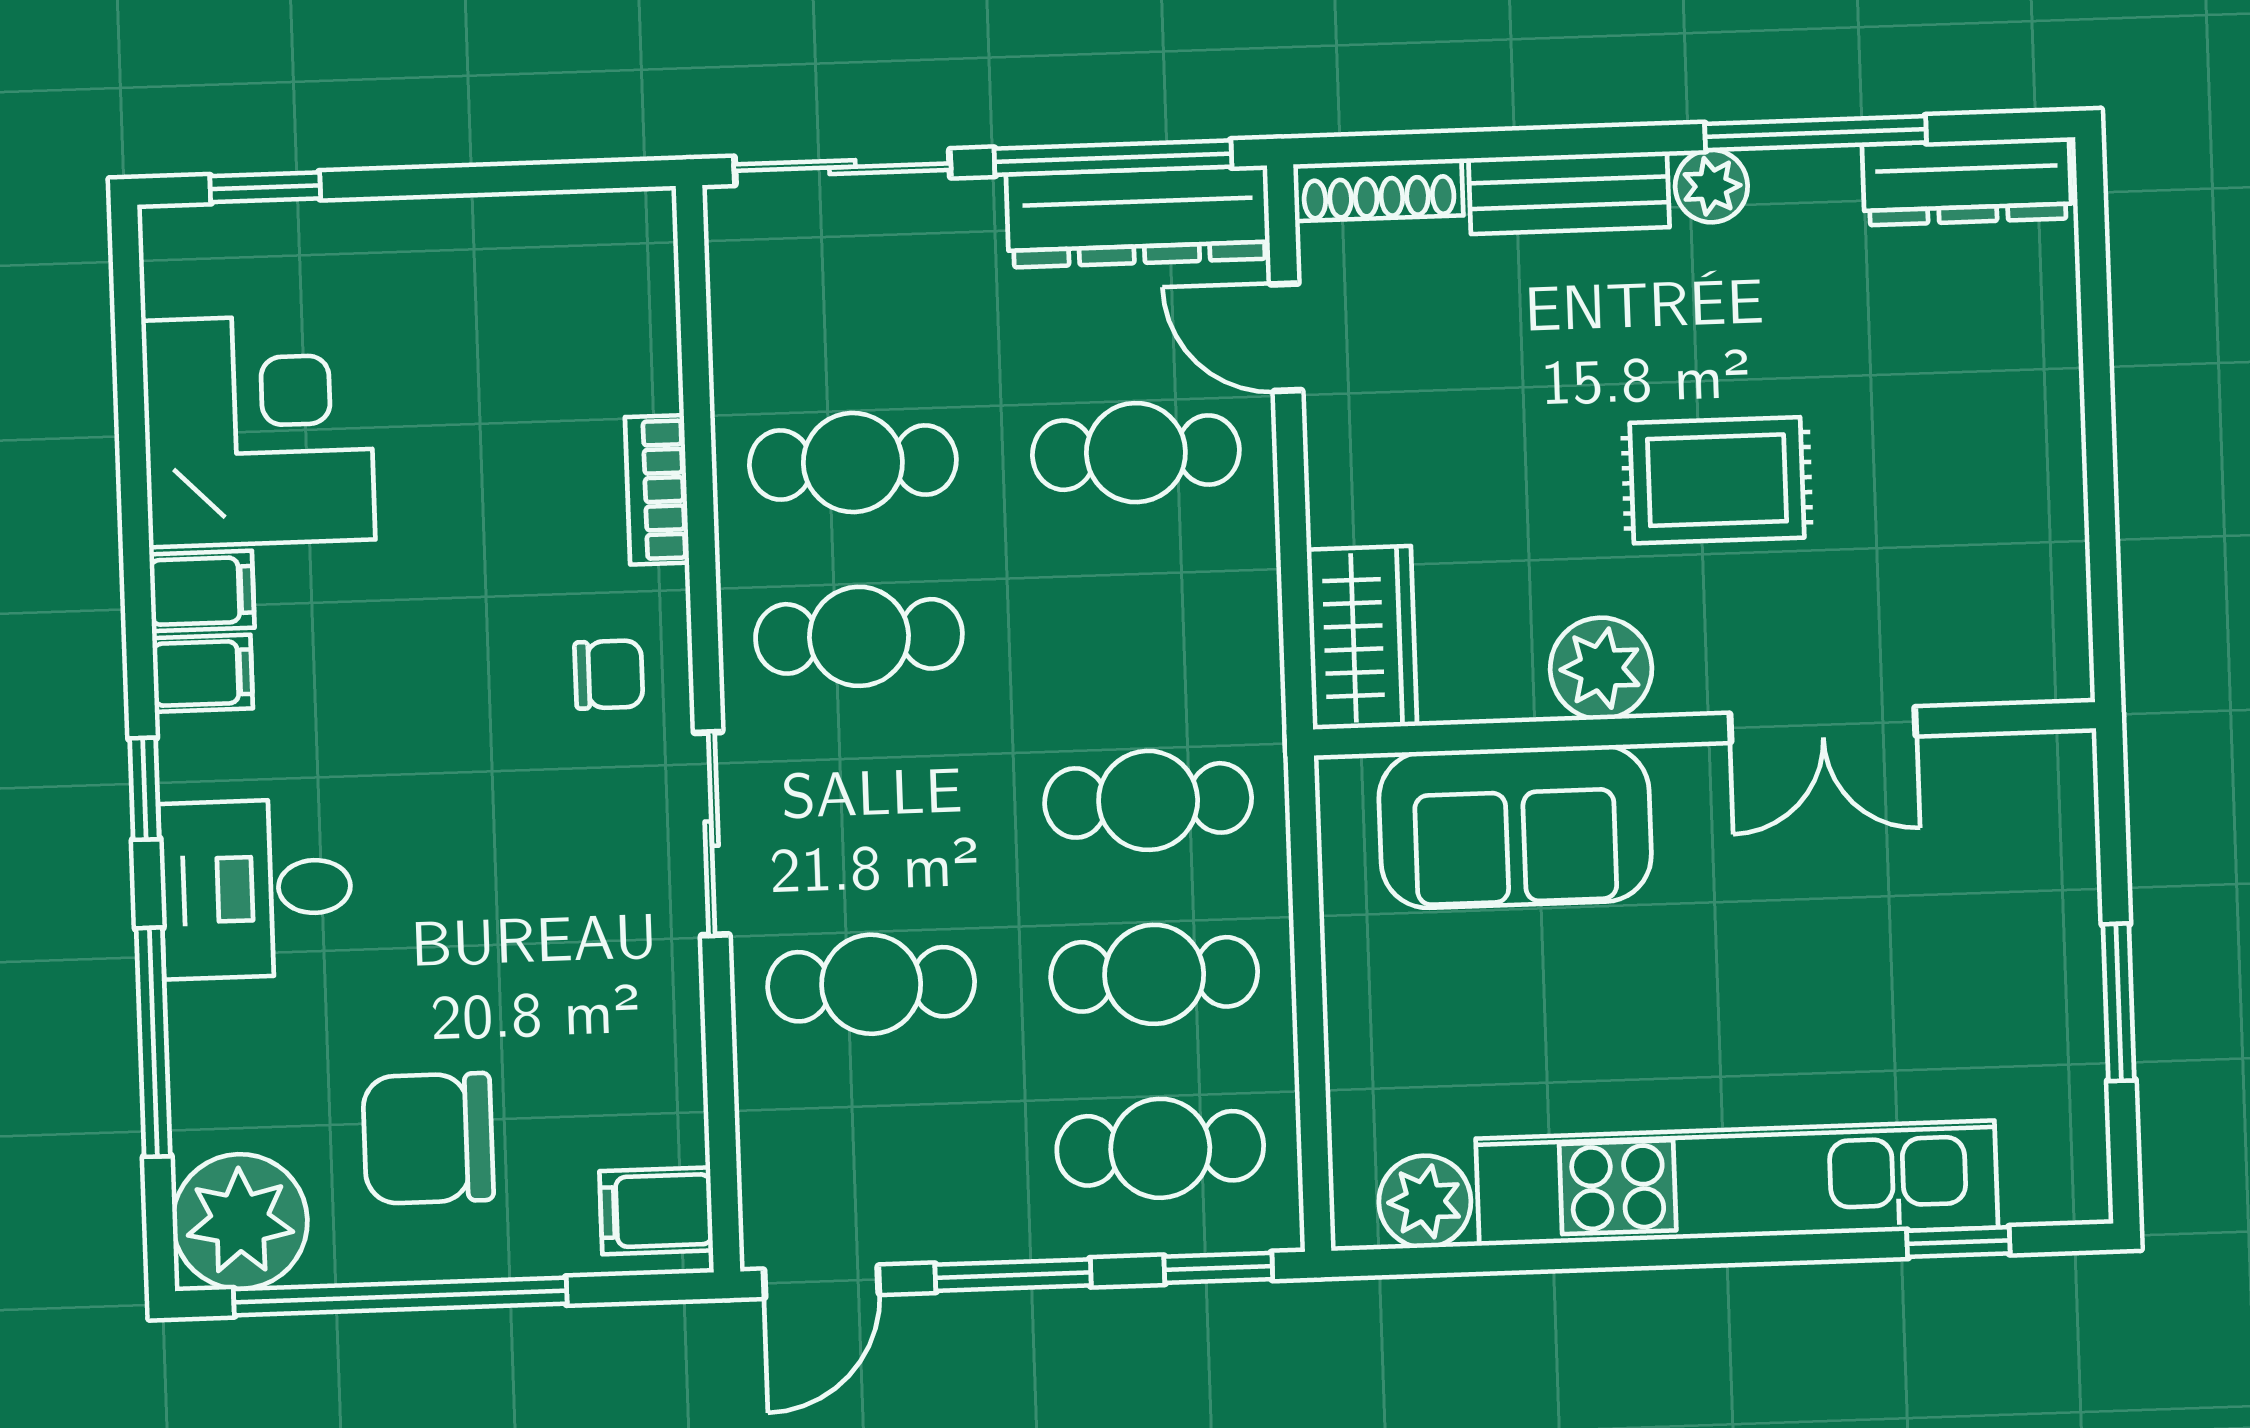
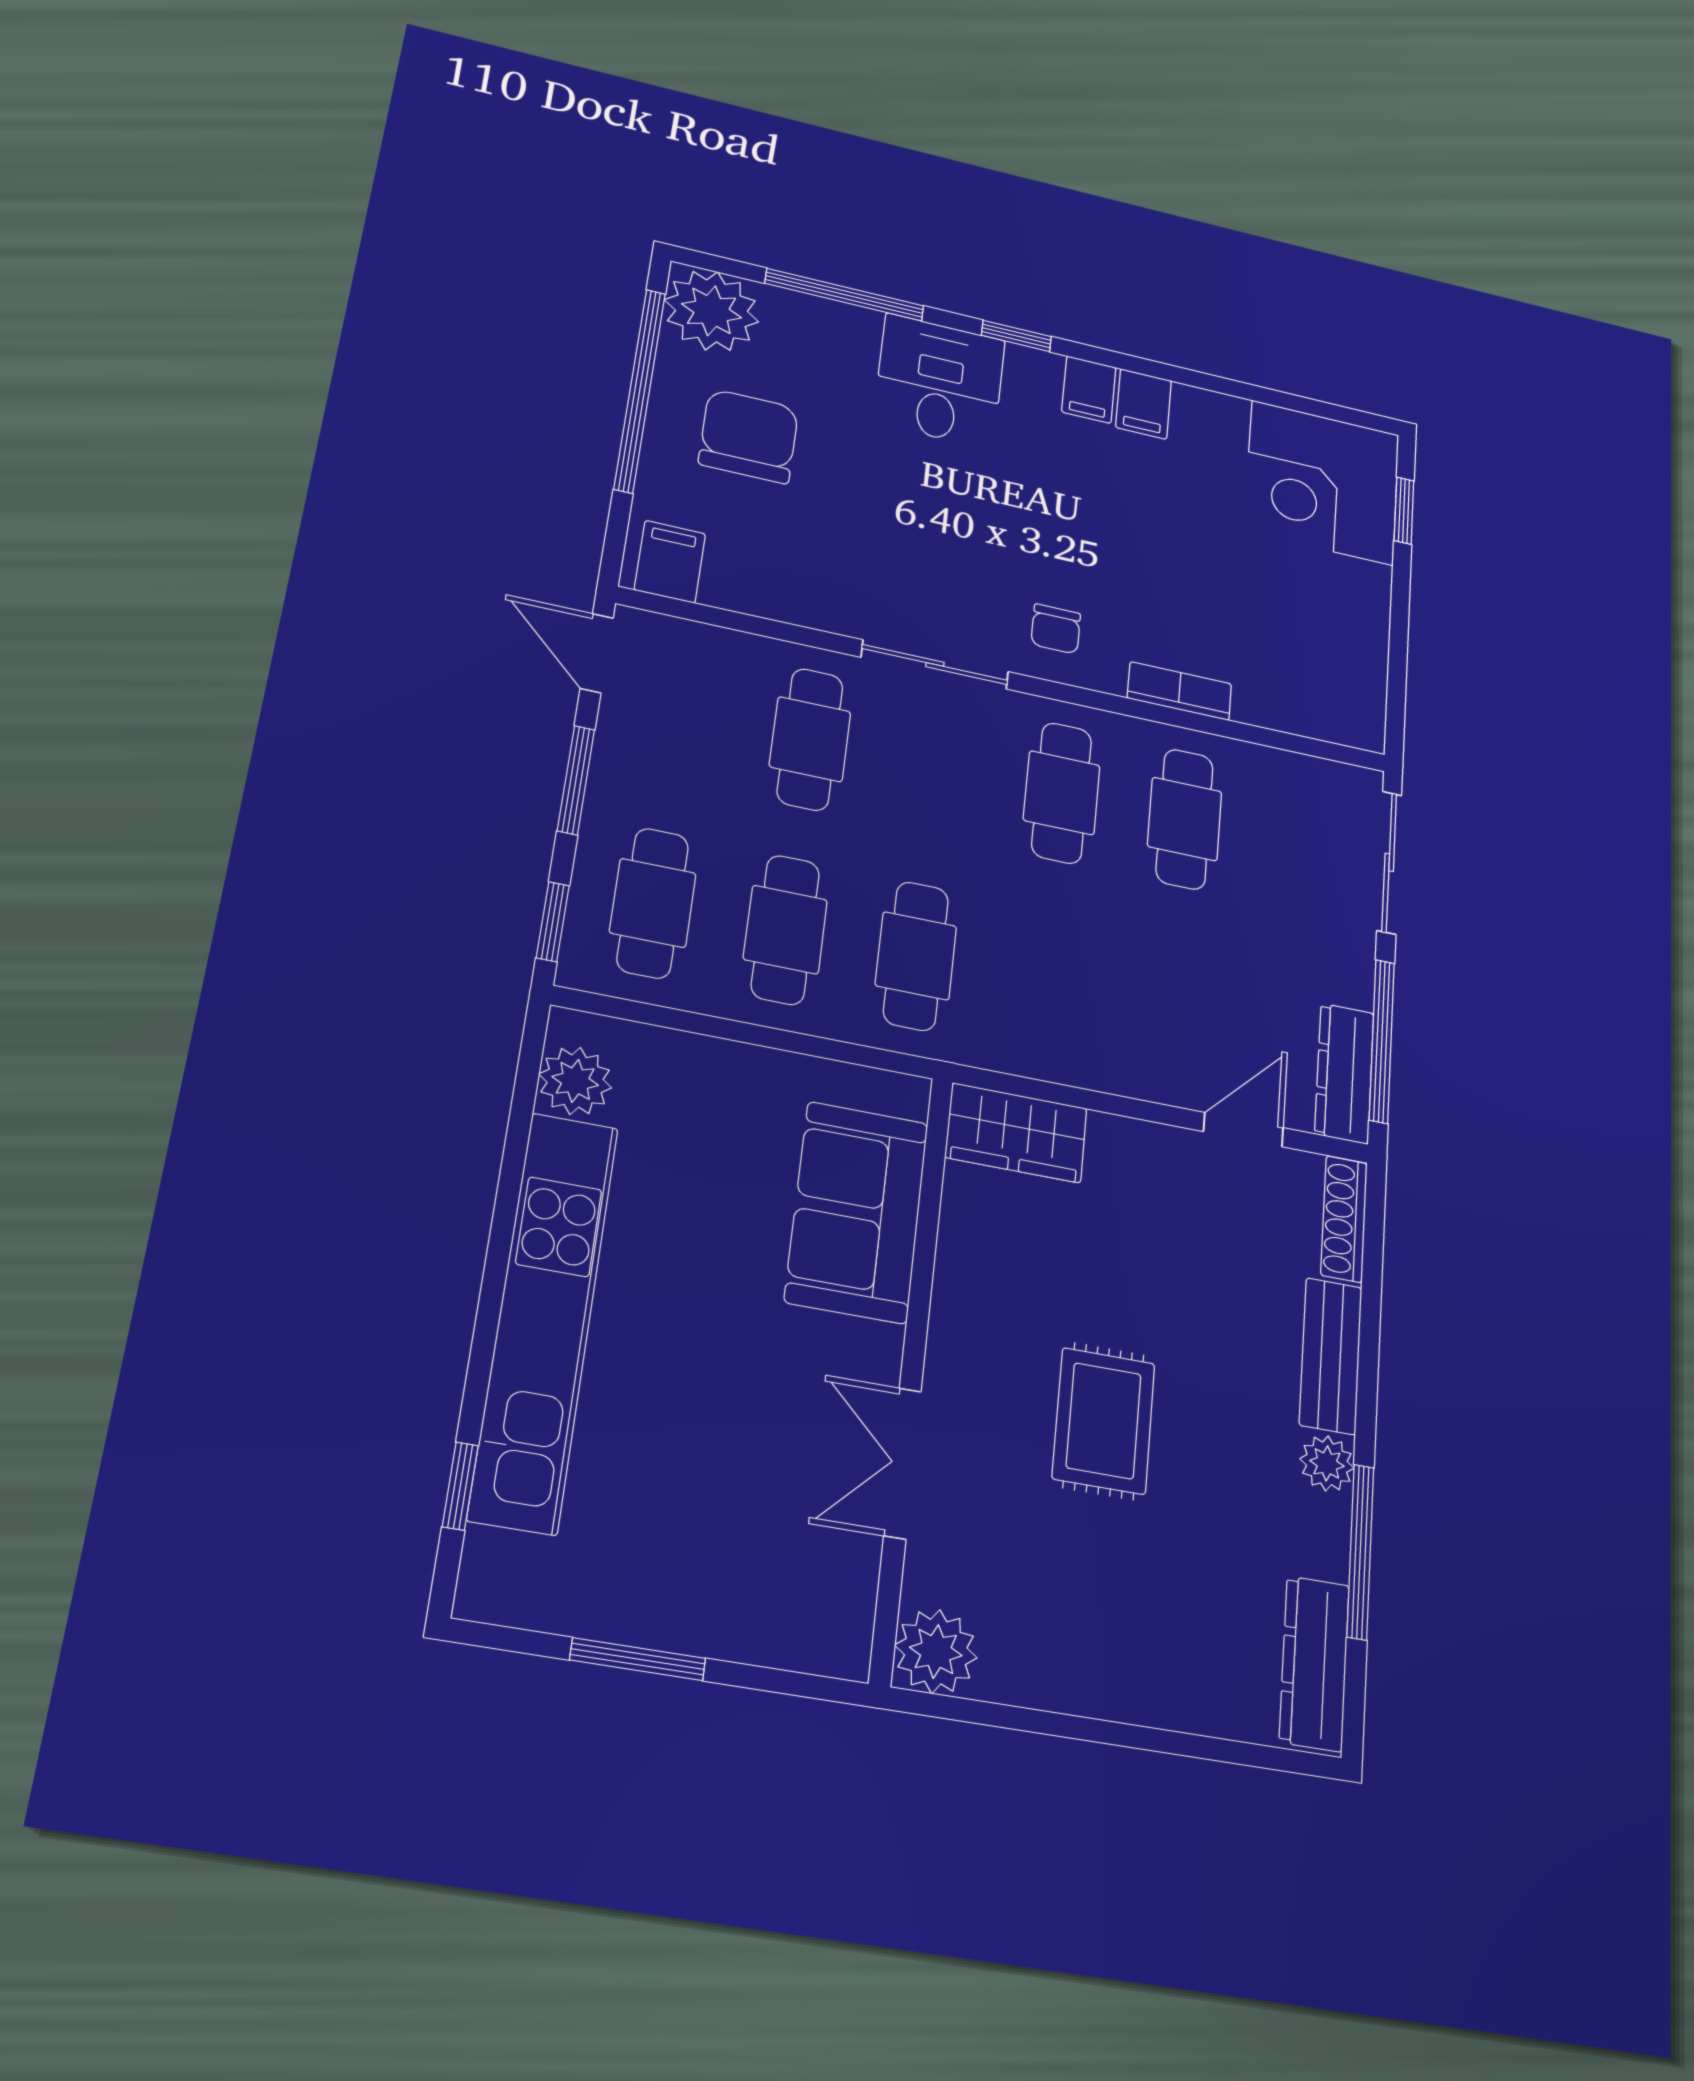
dresser: (1138, 216) -> (1344, 1073), width x0.73, depth x0.80
corner desk: (258, 430) -> (1322, 482), moved, turned 90
cafe table: (1136, 453) -> (1171, 1007), removed
plant: (1601, 668) -> (936, 1651), moved

